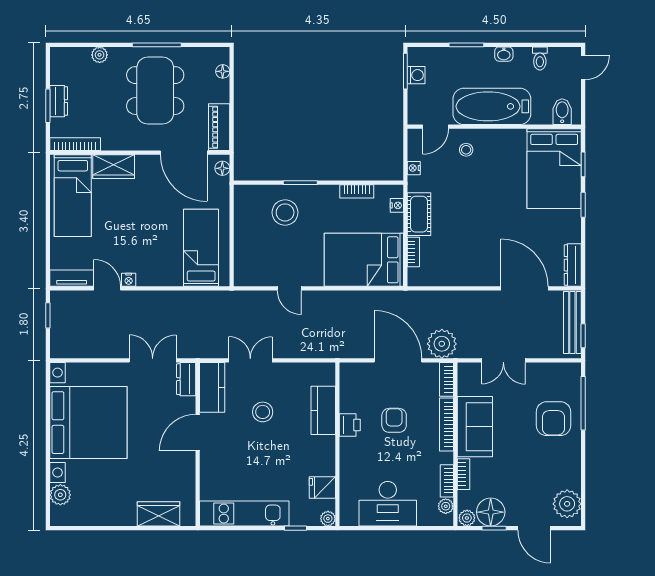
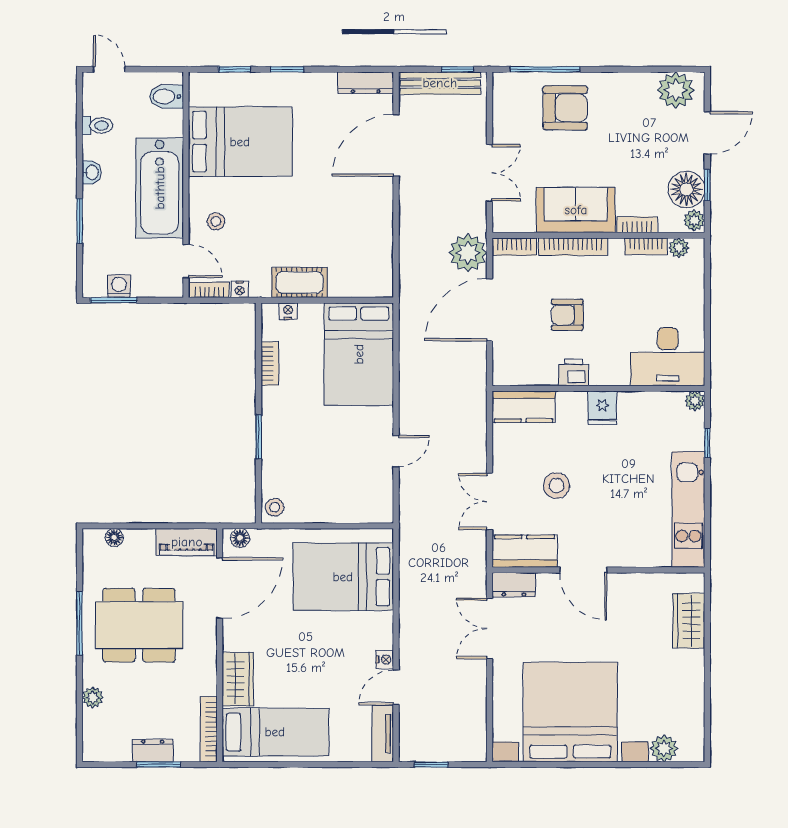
bed: (554, 169) -> (240, 142), moved
stool: (285, 212) -> (275, 507), moved, width x0.53, depth x0.53
bed: (201, 248) -> (343, 577), width x1.50
bookcase: (413, 252) -> (209, 290), moved
kitchen counter: (323, 410) -> (524, 407), moved
fridge: (322, 487) -> (602, 408), moved
desk: (388, 504) -> (668, 357), moved, turned 90

